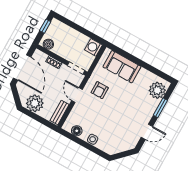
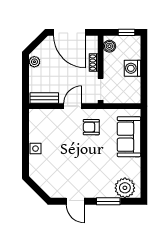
washing machine: (93, 47) -> (132, 68), moved, turned -90
door: (22, 67) -> (70, 32), hinge flipped
plant: (35, 103) -> (34, 62), width x0.53, depth x0.53
floor lamp: (77, 131) -> (35, 127), removed

